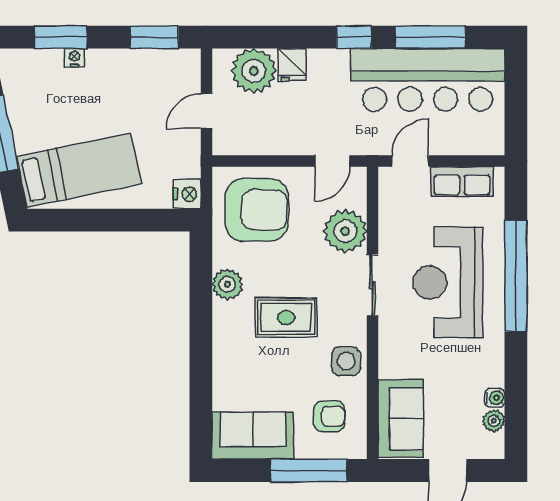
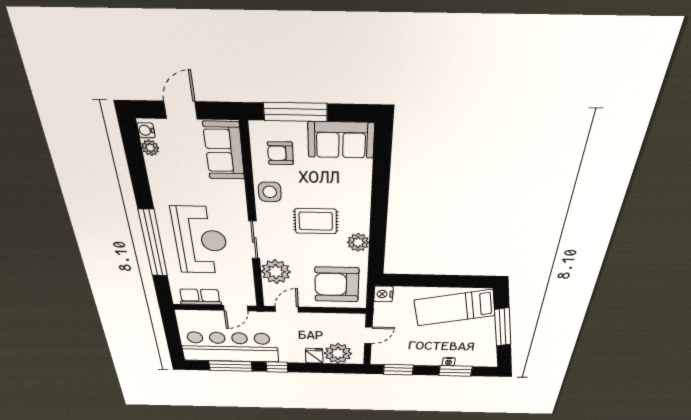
water cooler: (495, 398) -> (146, 130), moved

